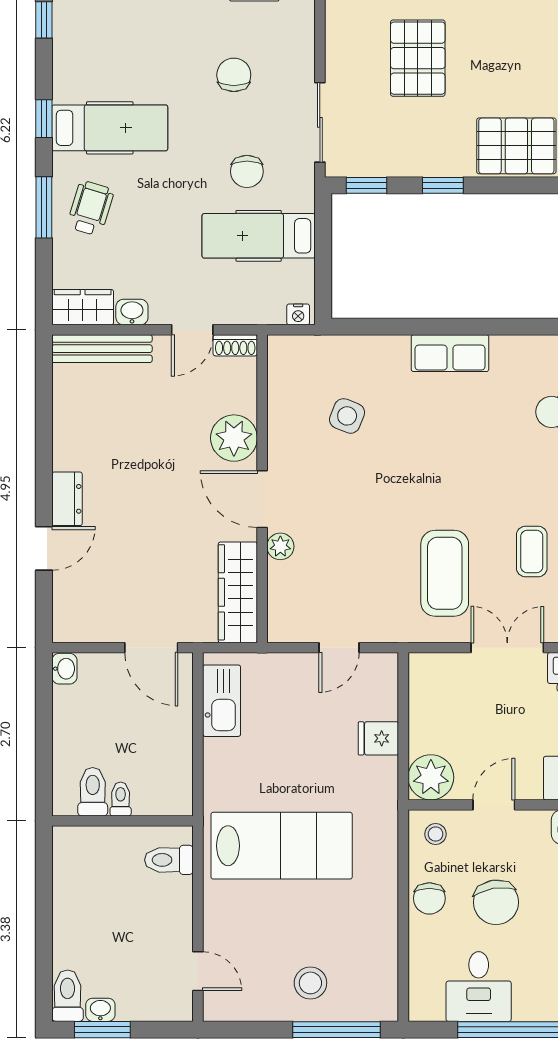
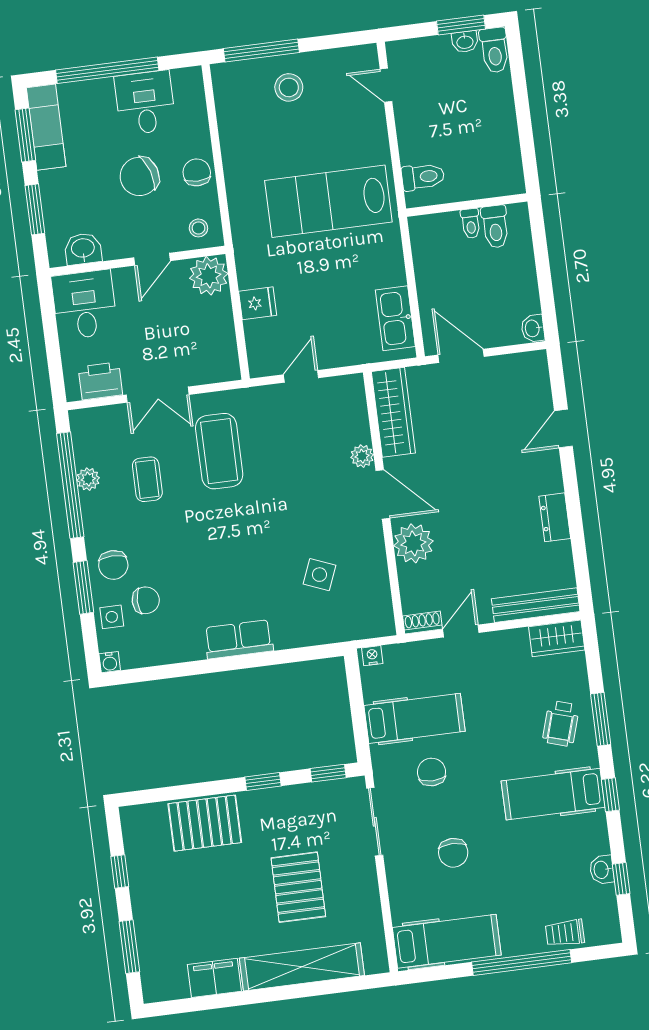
washbasin: (132, 312) -> (602, 870), moved, turned 90
dresser: (67, 499) -> (555, 517), moved
chair: (496, 902) -> (140, 176), turned -99

